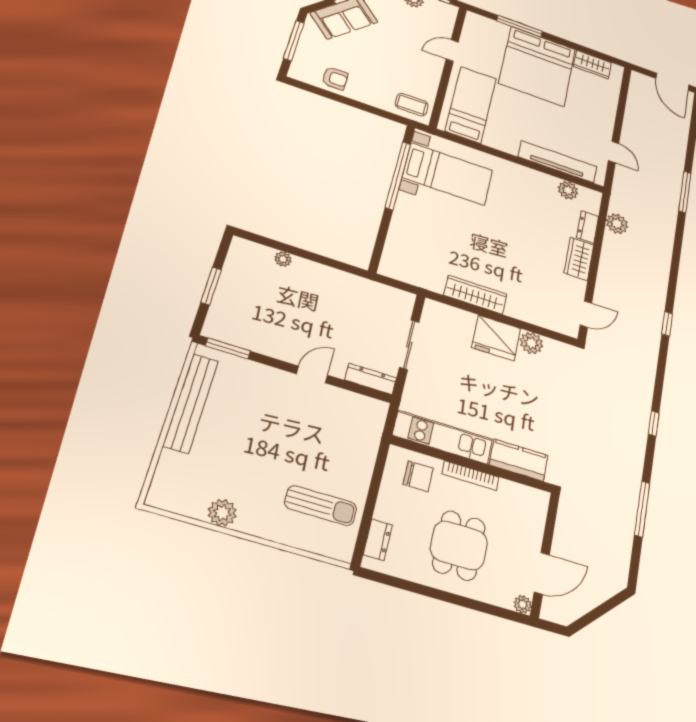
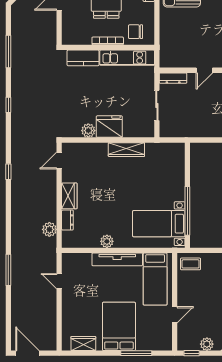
bed: (537, 66) -> (119, 326), width x0.73
tv unit: (558, 162) -> (117, 259), moved
plant: (568, 190) -> (107, 241), moved

